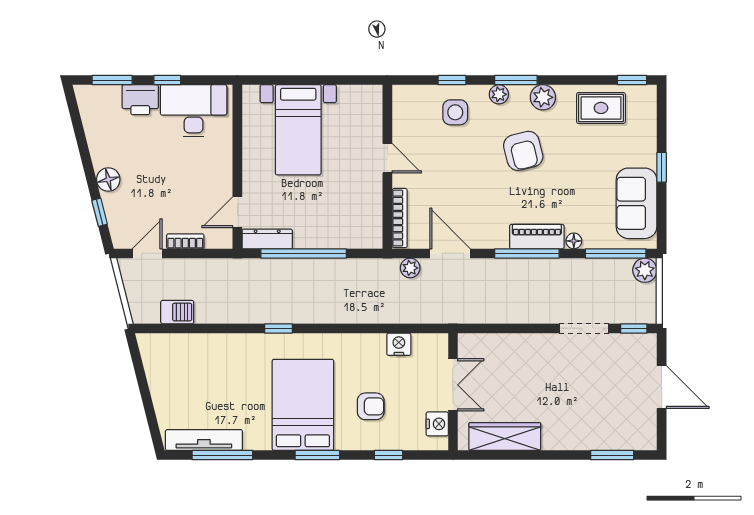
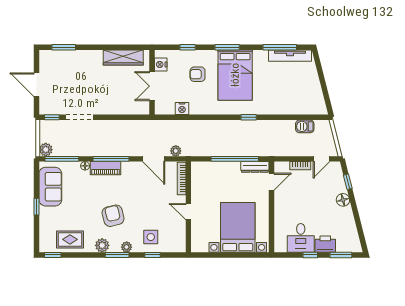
desk: (194, 111) -> (301, 238), width x0.73
bed with nightstands: (298, 130) -> (238, 227), width x1.36

